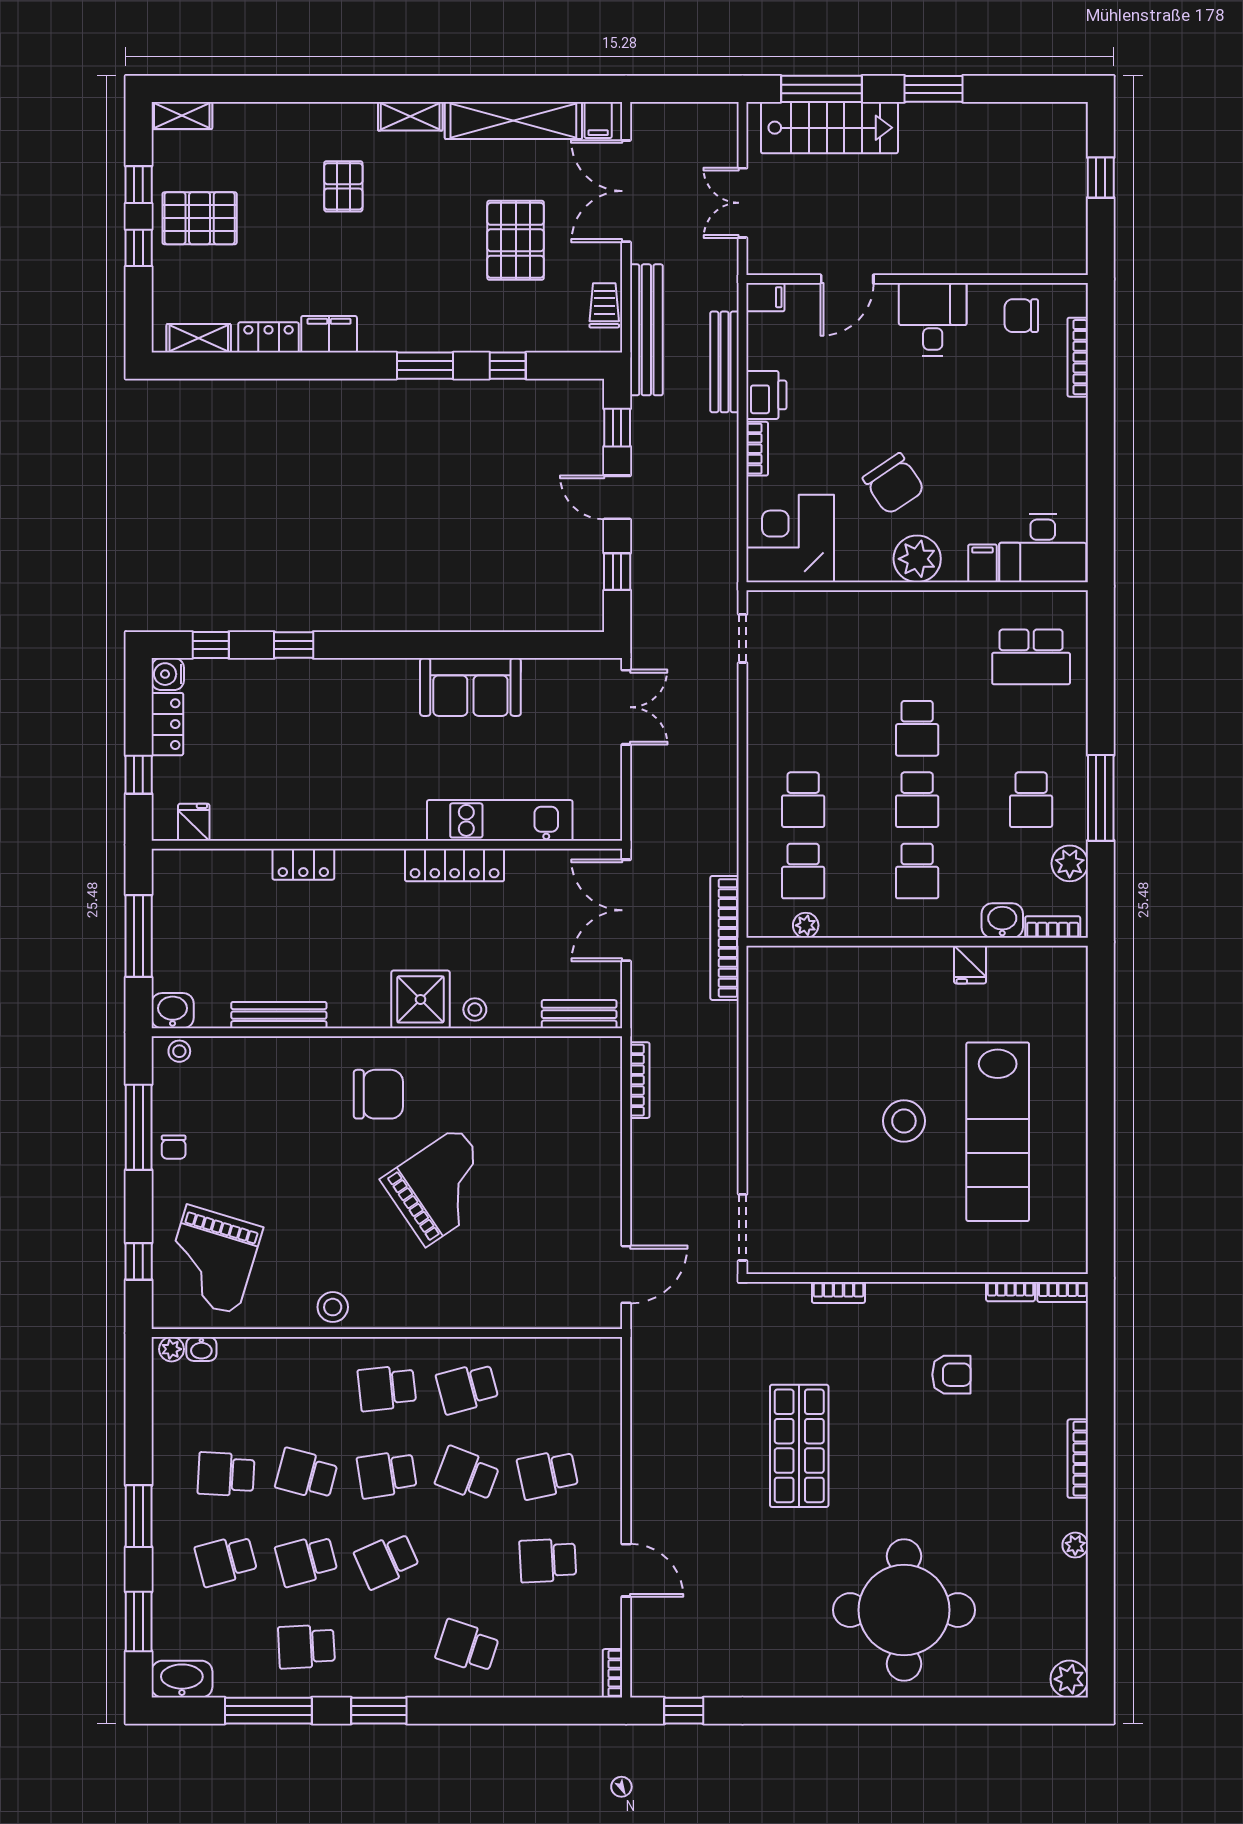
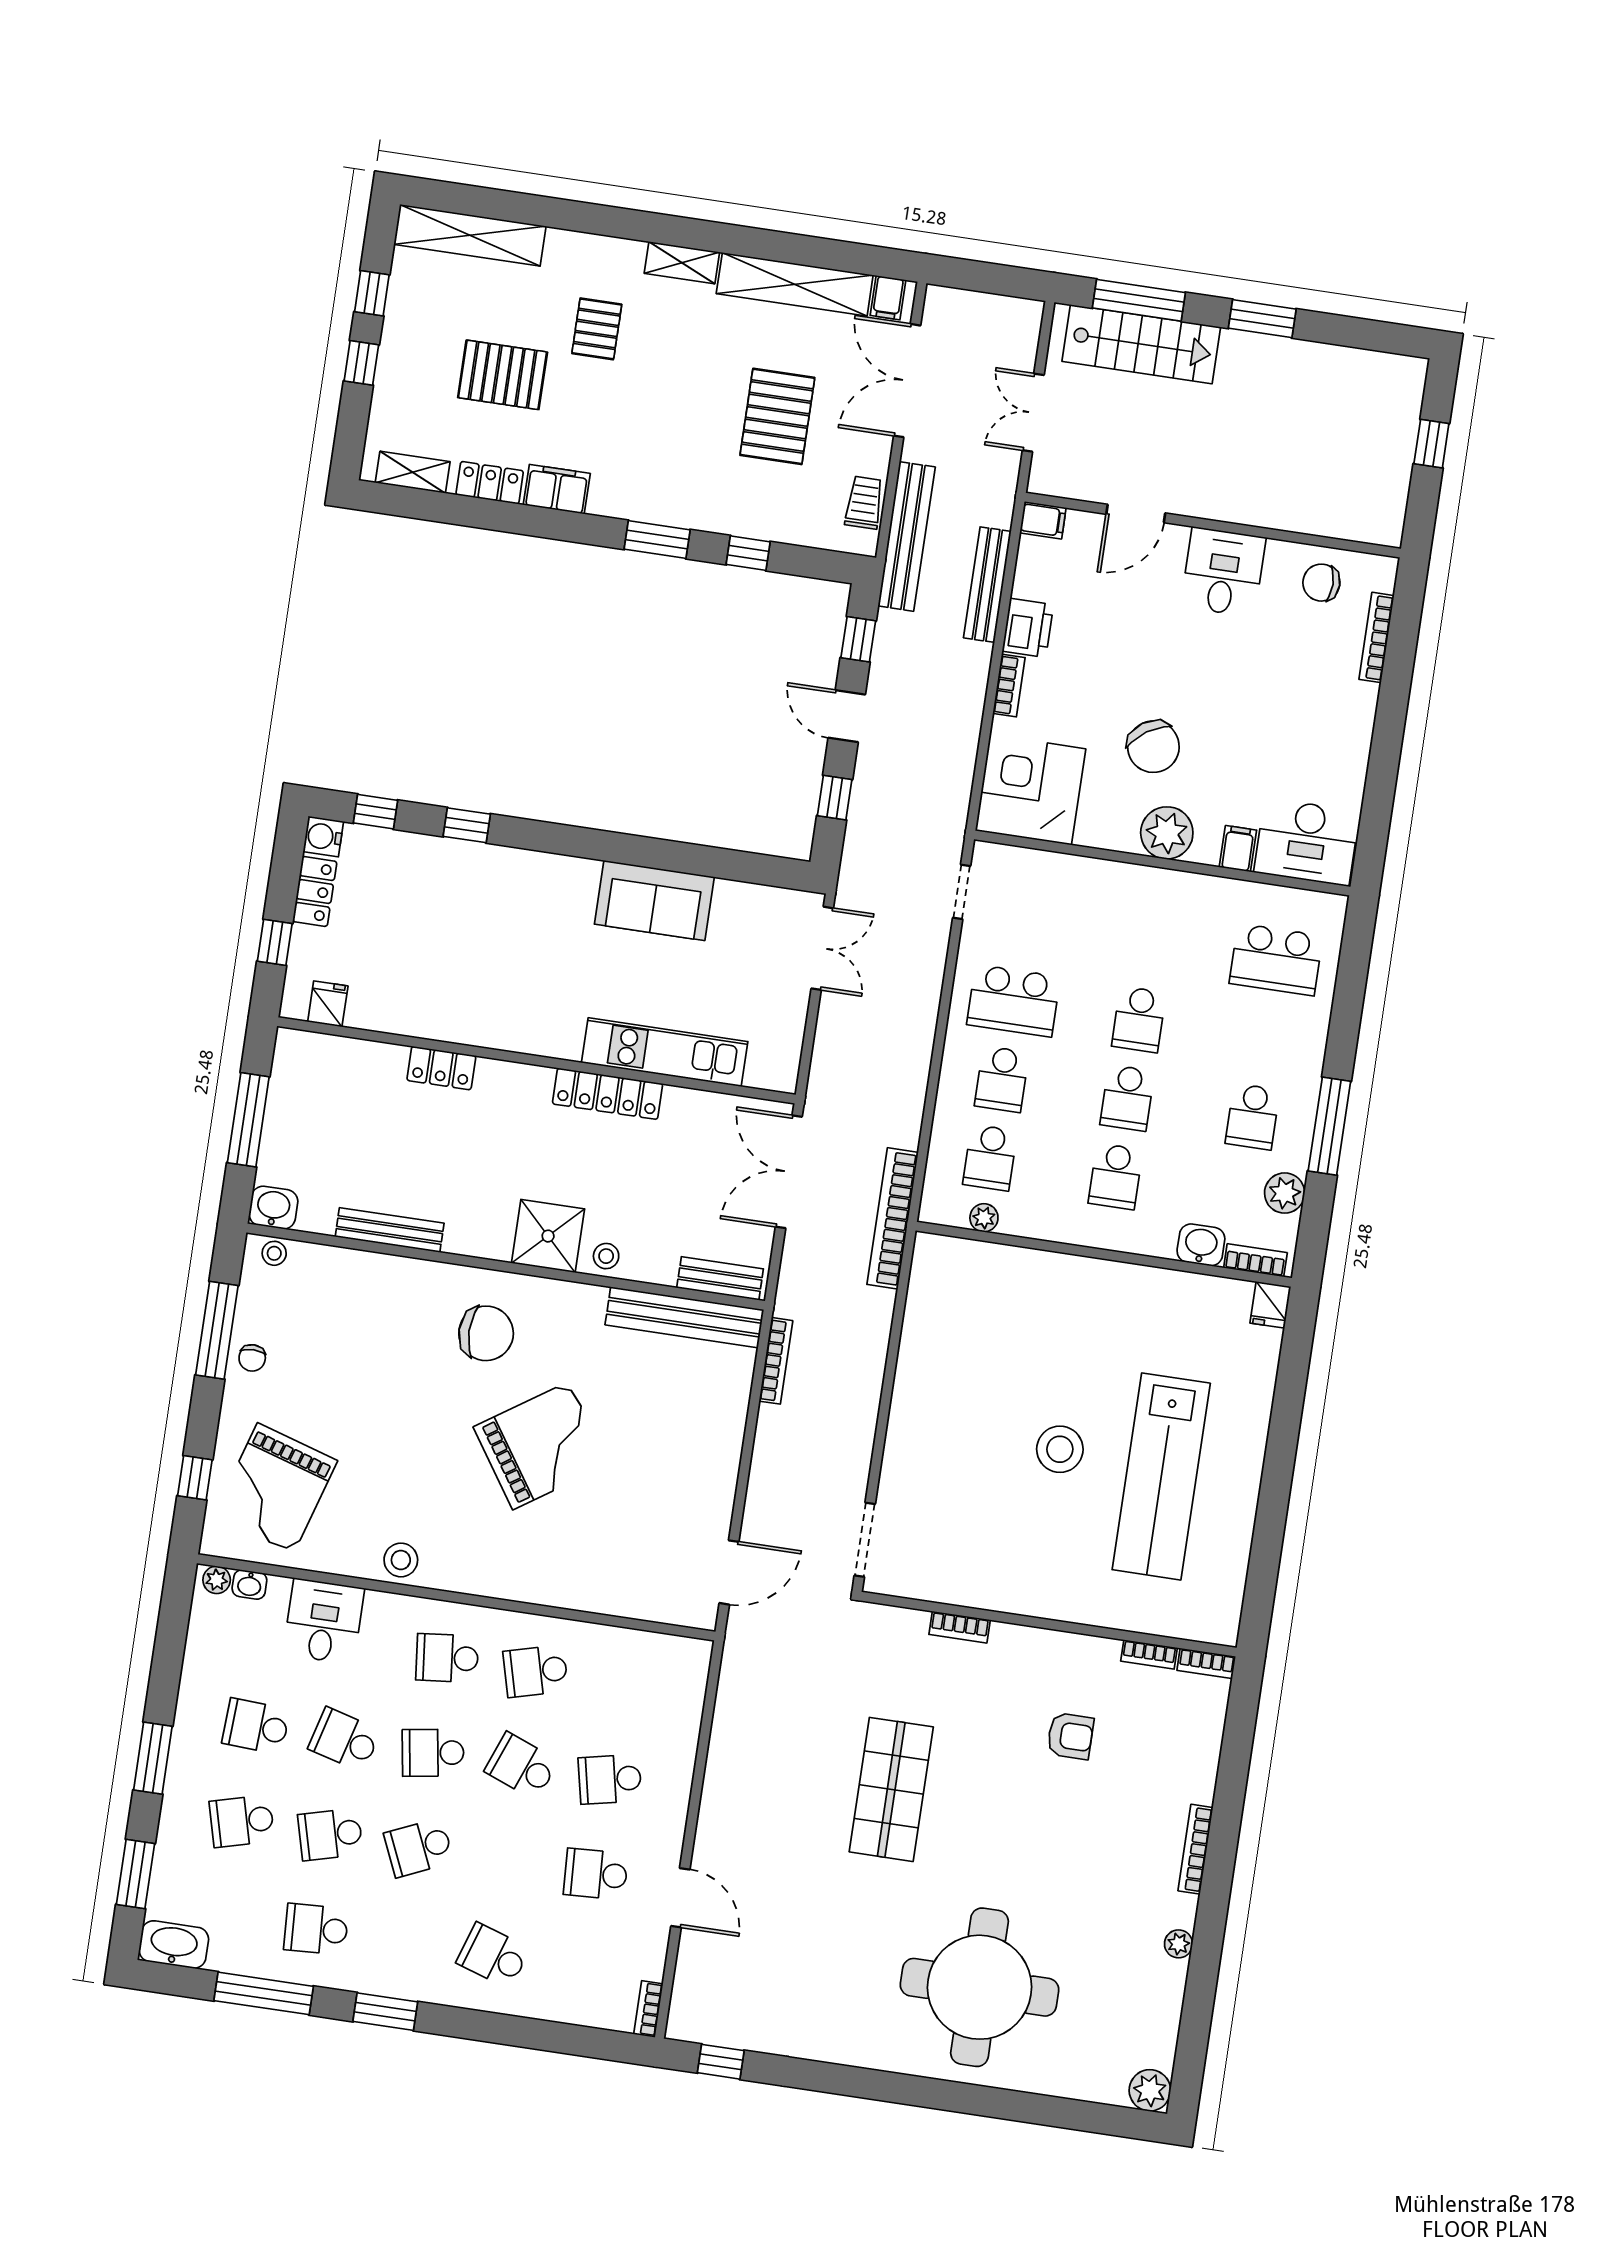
shelving: (182, 115) -> (470, 235), width x2.20, depth x1.33
pallet: (200, 218) -> (503, 375), moved
school desk: (803, 728) -> (1014, 1001), added
fridge: (970, 965) -> (1270, 1305), moved
bench: (553, 1054) -> (684, 1317), added
desk: (272, 1372) -> (324, 1621), added

